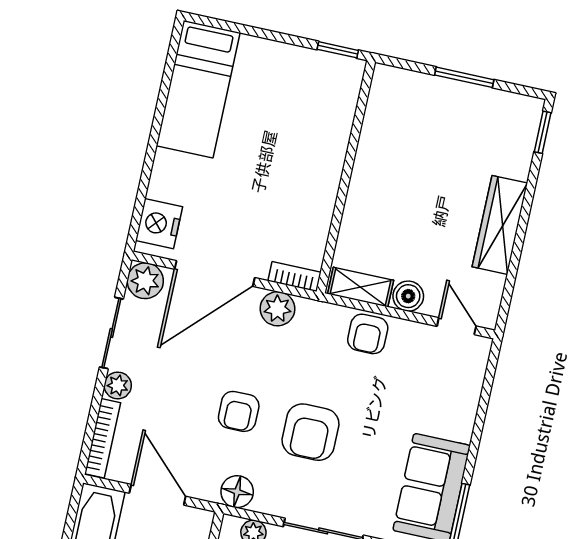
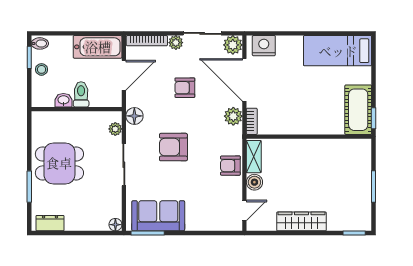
cot: (316, 75) -> (358, 110), added
armchair: (239, 411) -> (185, 88), moved

